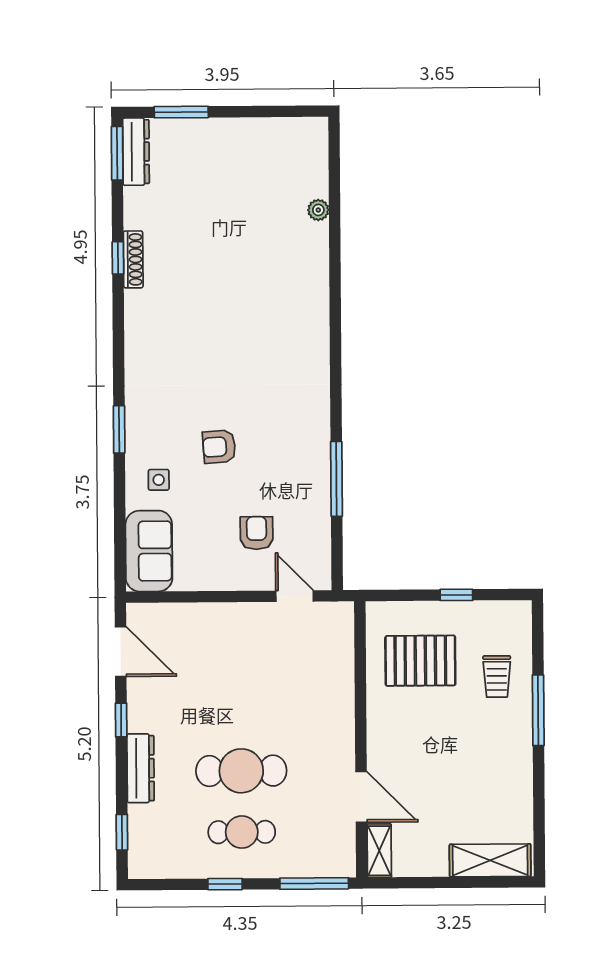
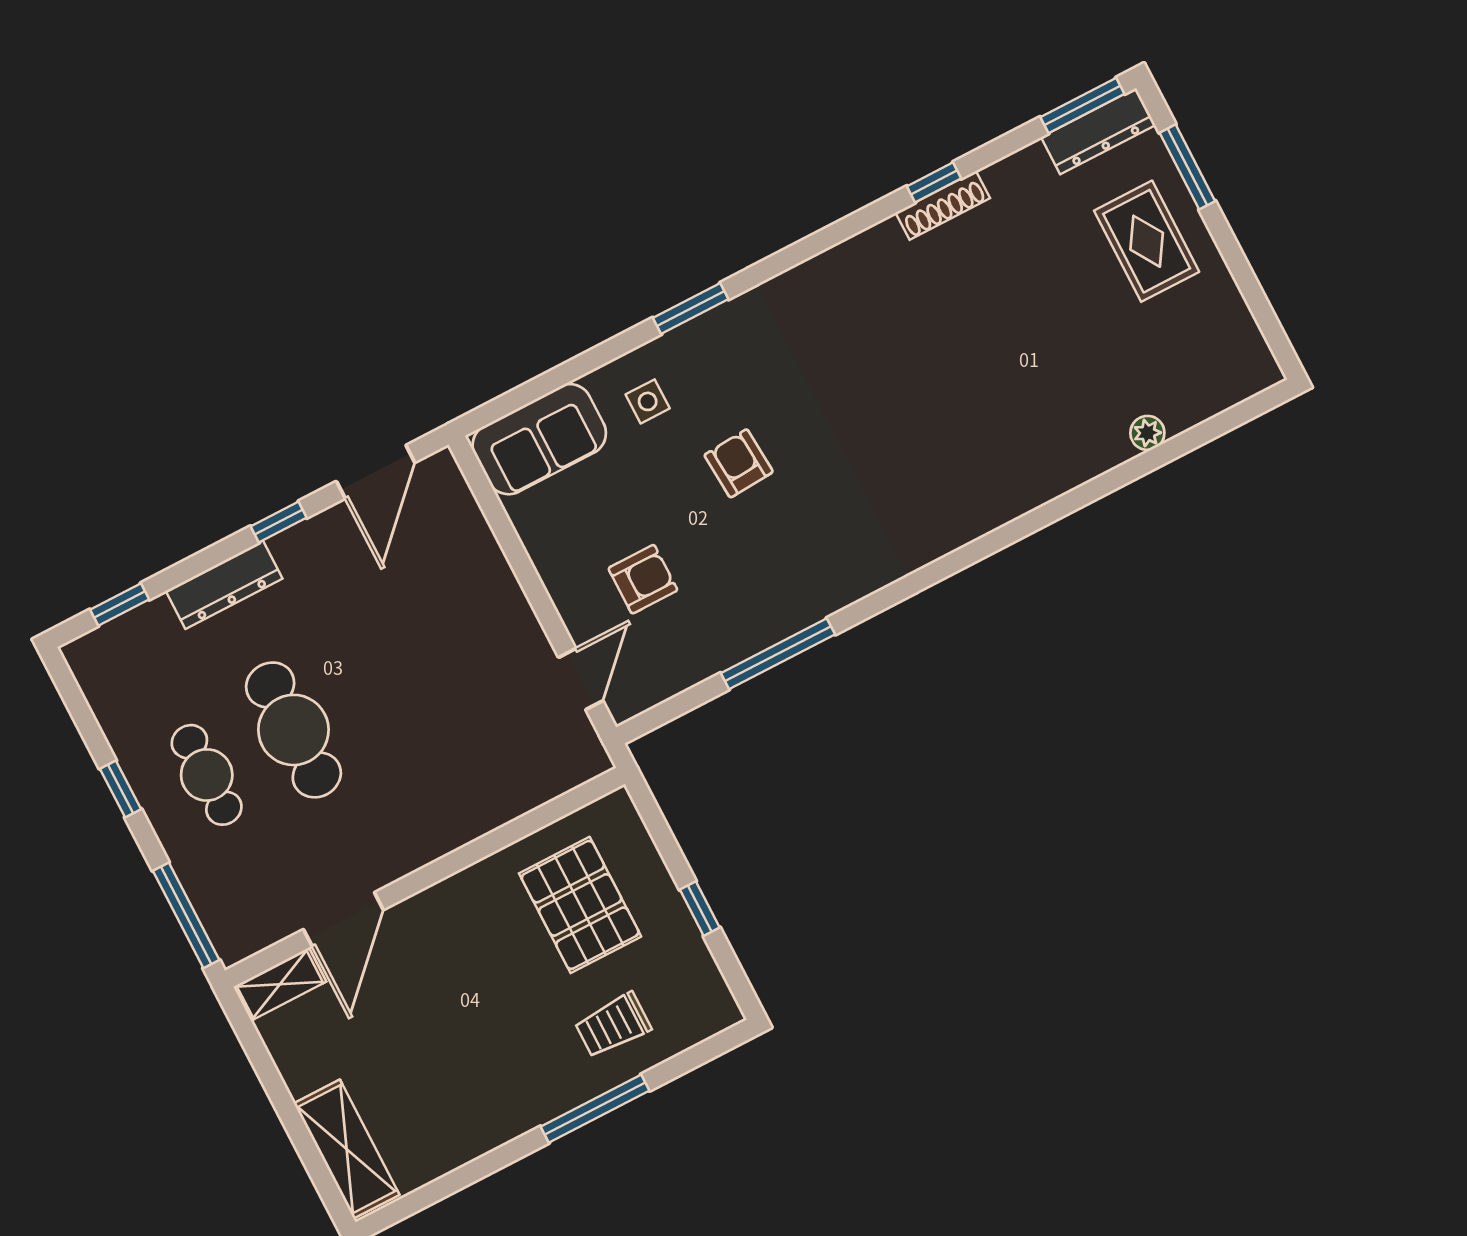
rug: (211, 156) -> (1147, 241), added

